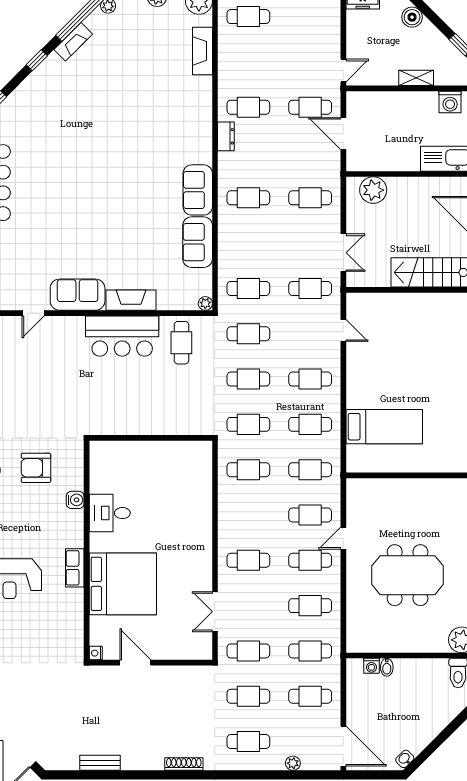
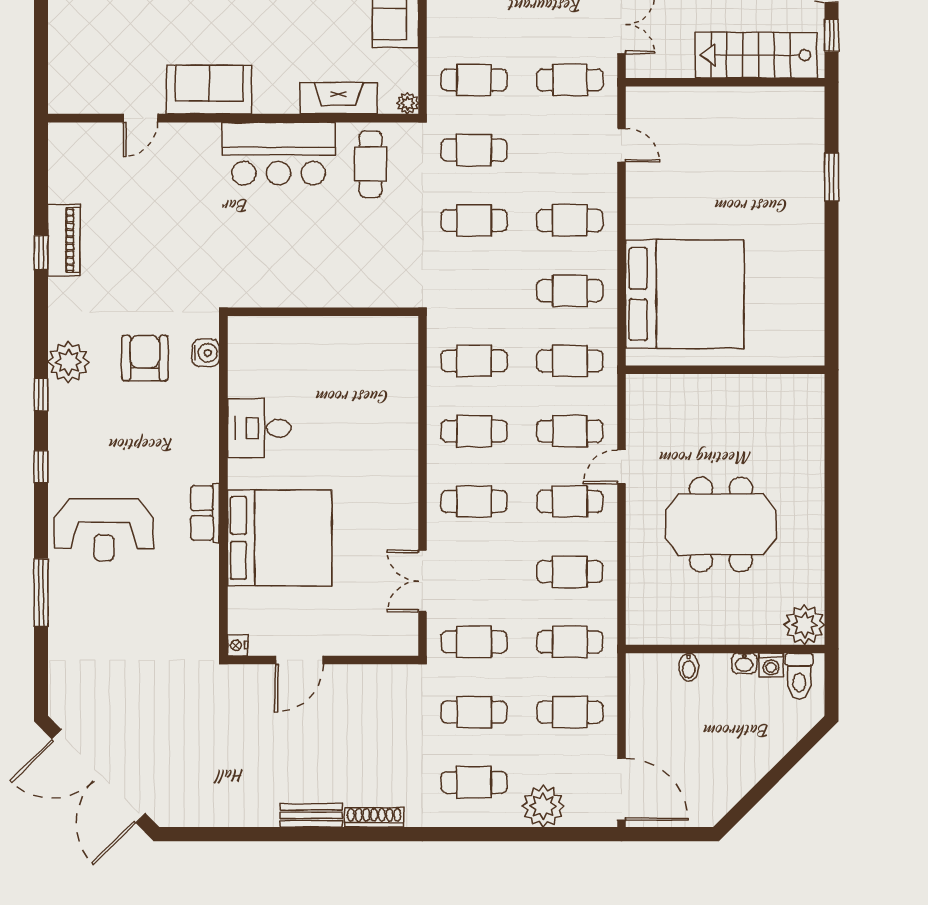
fireplace: (131, 300) -> (339, 98), moved
cafe table: (248, 424) -> (474, 431), moved
bed: (384, 427) -> (685, 294), width x2.04
armchair: (36, 468) -> (145, 358), turned 90
water cooler: (75, 500) -> (206, 353), moved
door: (135, 663) -> (299, 660), swing flipped
washing machine: (371, 666) -> (771, 665), moved
washbasin: (405, 759) -> (744, 663), moved, turned -135
bench: (100, 763) -> (311, 815), moved
plant: (293, 763) -> (543, 806), width x1.87, depth x1.87

